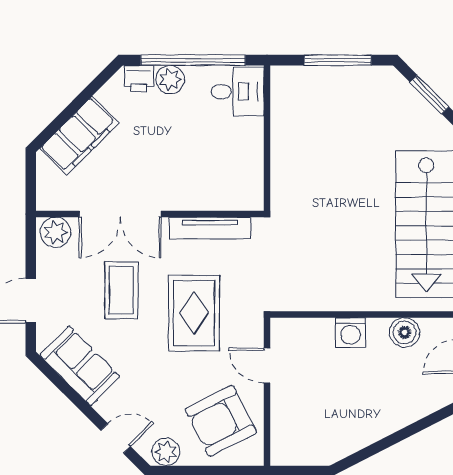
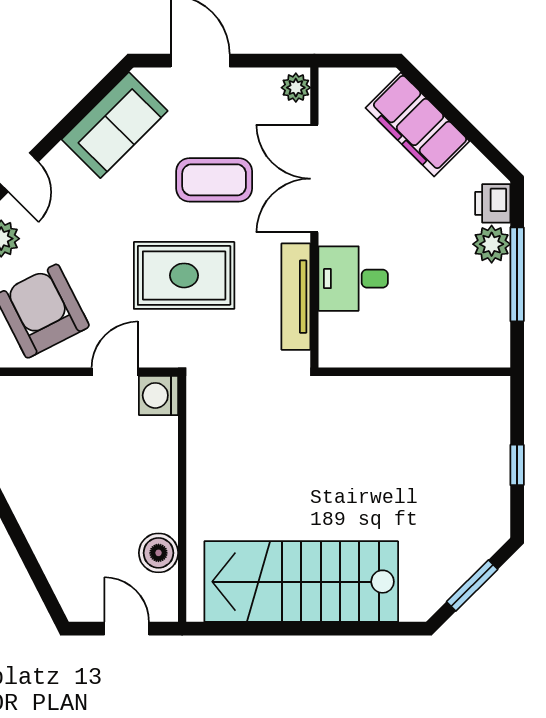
window: (193, 60) -> (517, 274), width x0.68
window: (338, 60) -> (517, 465), width x0.46
desk: (238, 92) -> (353, 279), moved, turned 90
plant: (55, 232) -> (296, 88), width x0.73, depth x0.73
washing machine: (350, 332) -> (158, 395), moved

